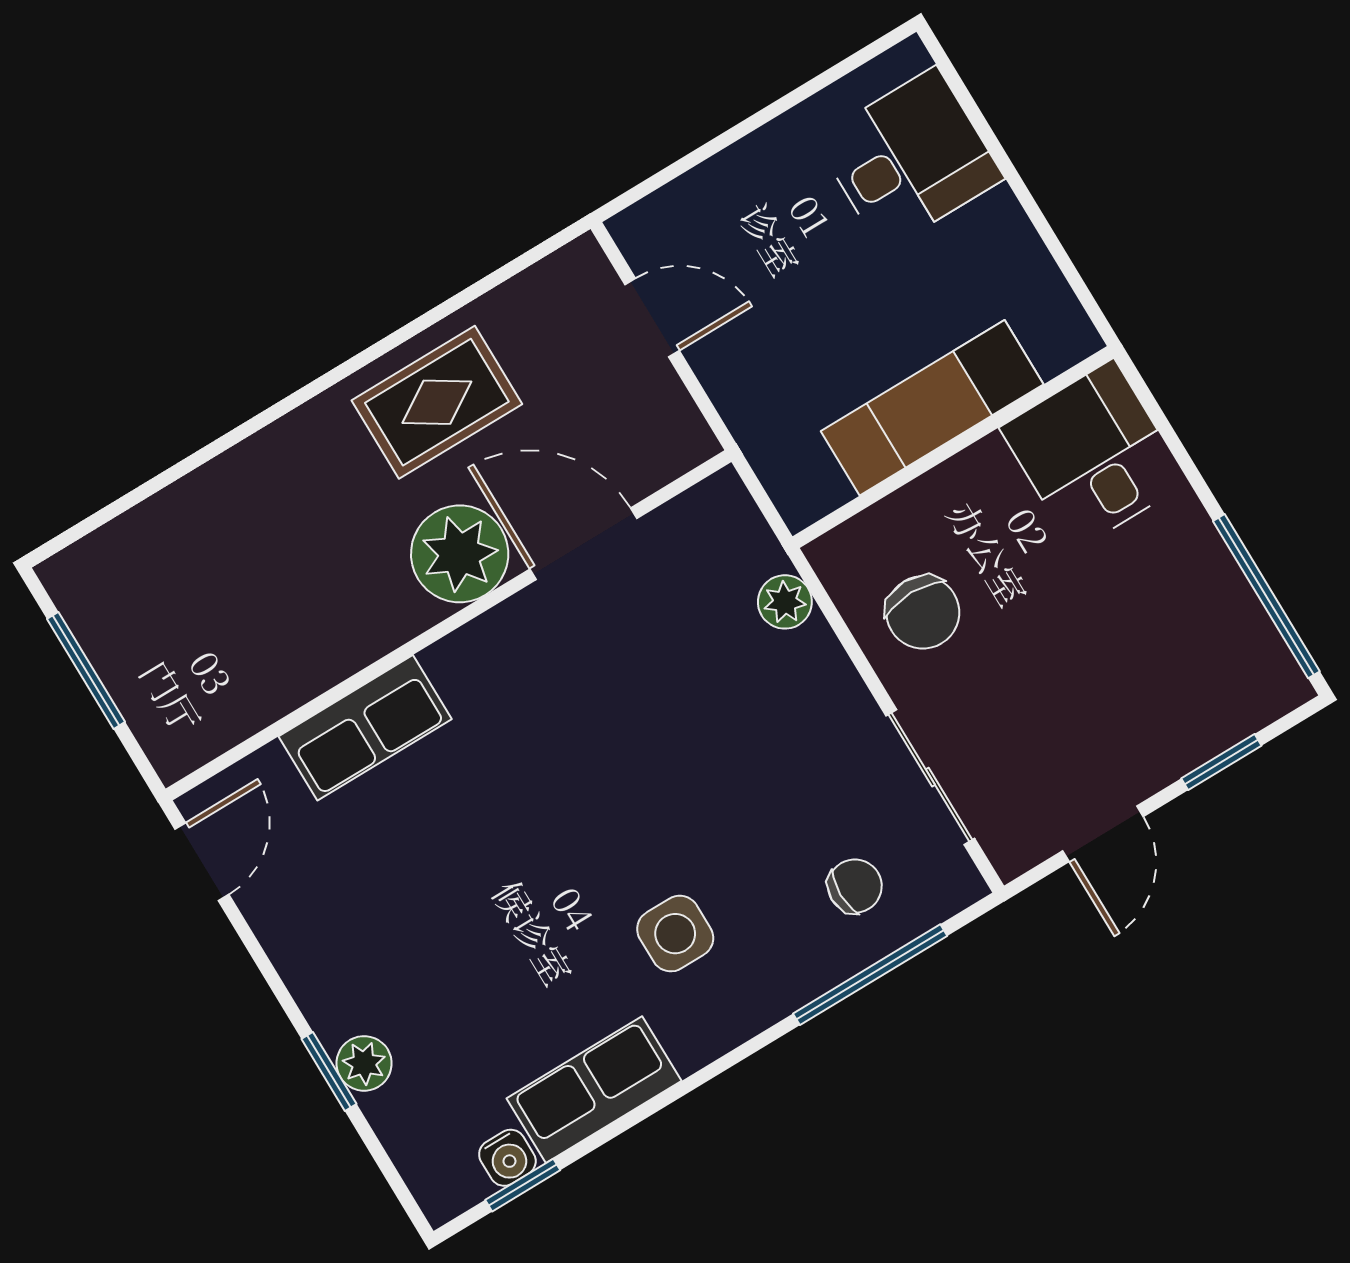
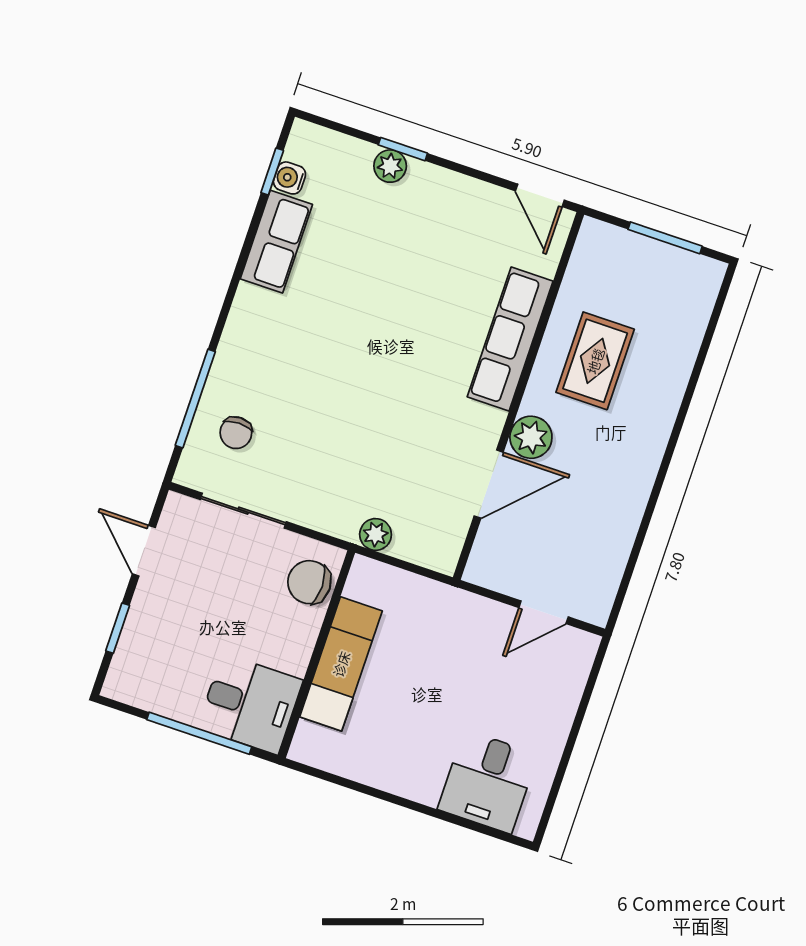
rug: (437, 402) -> (595, 361), moved
exam couch: (932, 408) -> (341, 664), moved
wall: (953, 447) -> (317, 654), moved
desk: (1094, 455) -> (250, 704), moved
plant: (460, 554) -> (531, 437), width x0.73, depth x0.73
window: (1266, 596) -> (199, 733), moved
row of seats: (365, 728) -> (510, 339), width x1.48
side table: (675, 934) -> (299, 343), removed

